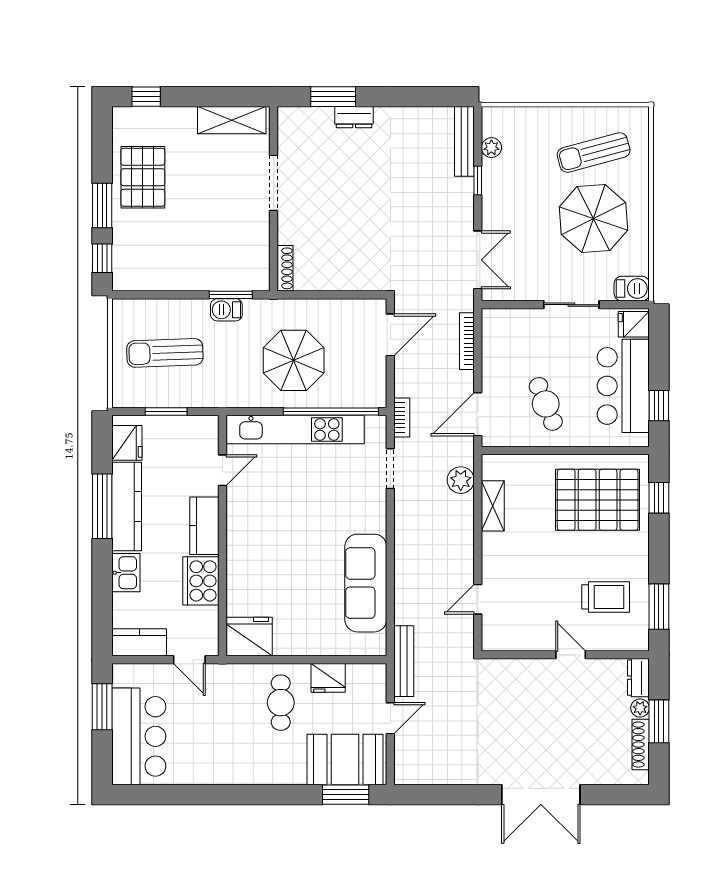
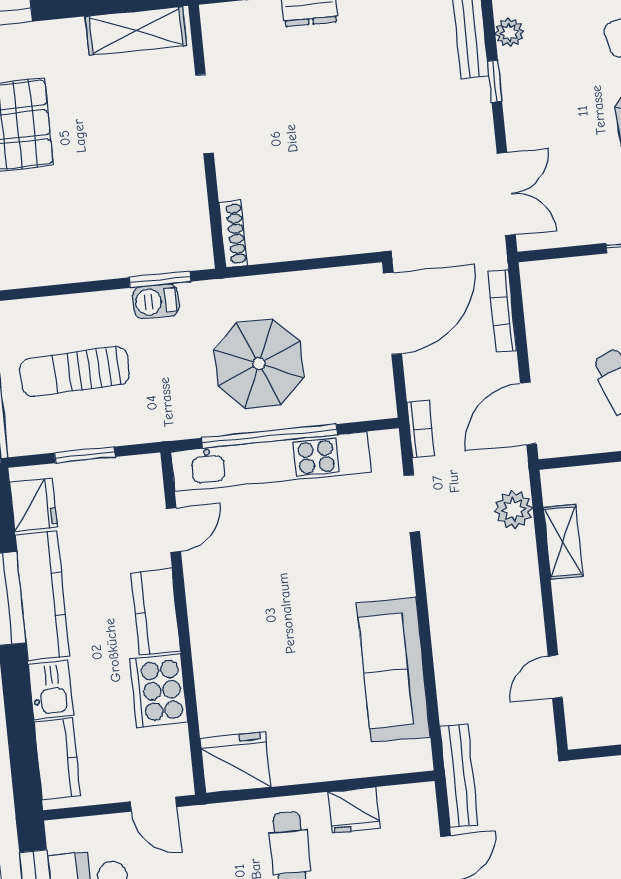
door: (390, 335) -> (393, 313), width x1.36
window: (331, 412) -> (269, 436), moved
kitchen counter: (139, 642) -> (57, 759), moved, turned 90

